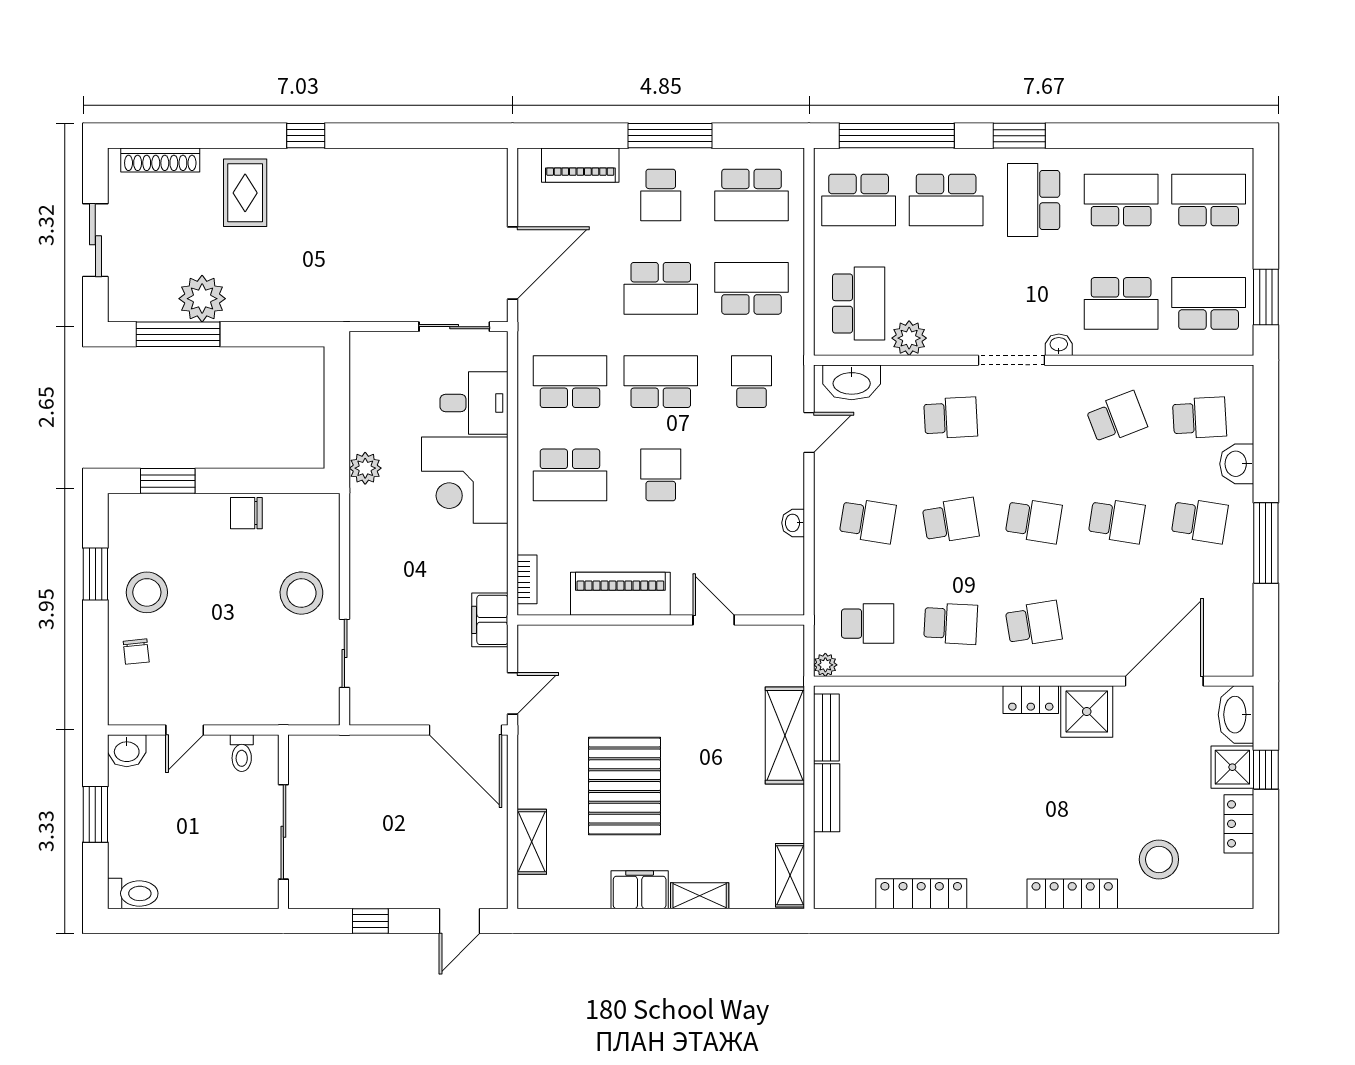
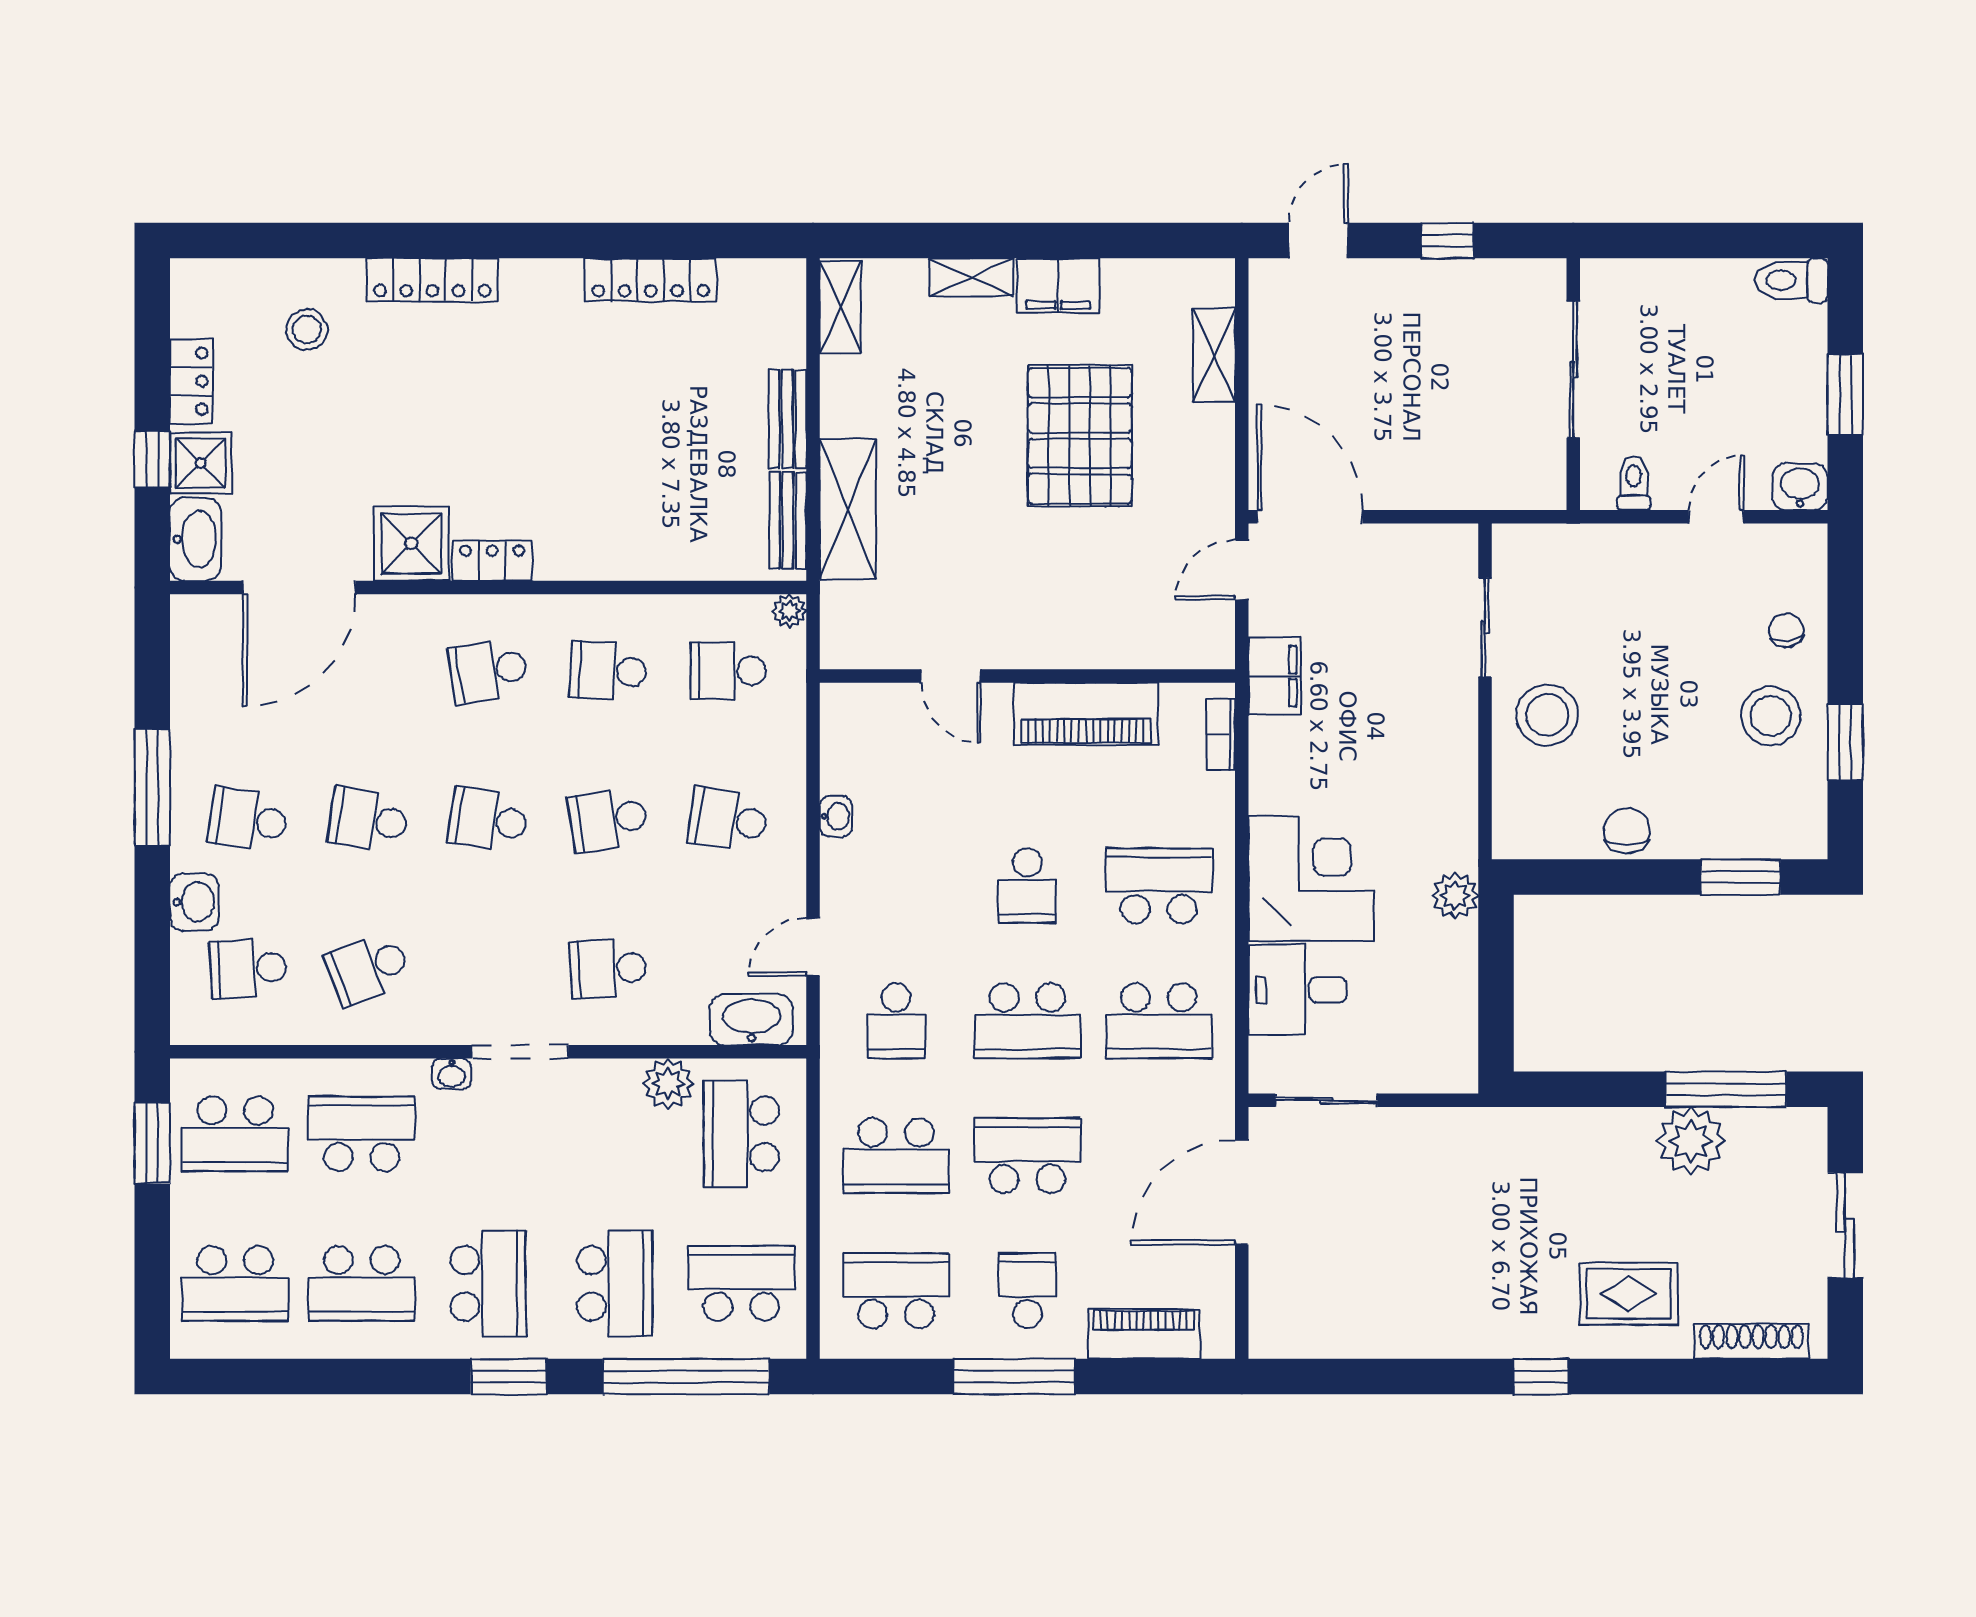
rug: (245, 193) -> (1629, 1294), turned 90
school desk: (946, 200) -> (615, 1283), turned 90
chair: (246, 513) -> (1627, 831), turned -90
stool: (1159, 859) -> (307, 330), width x0.73, depth x0.73

